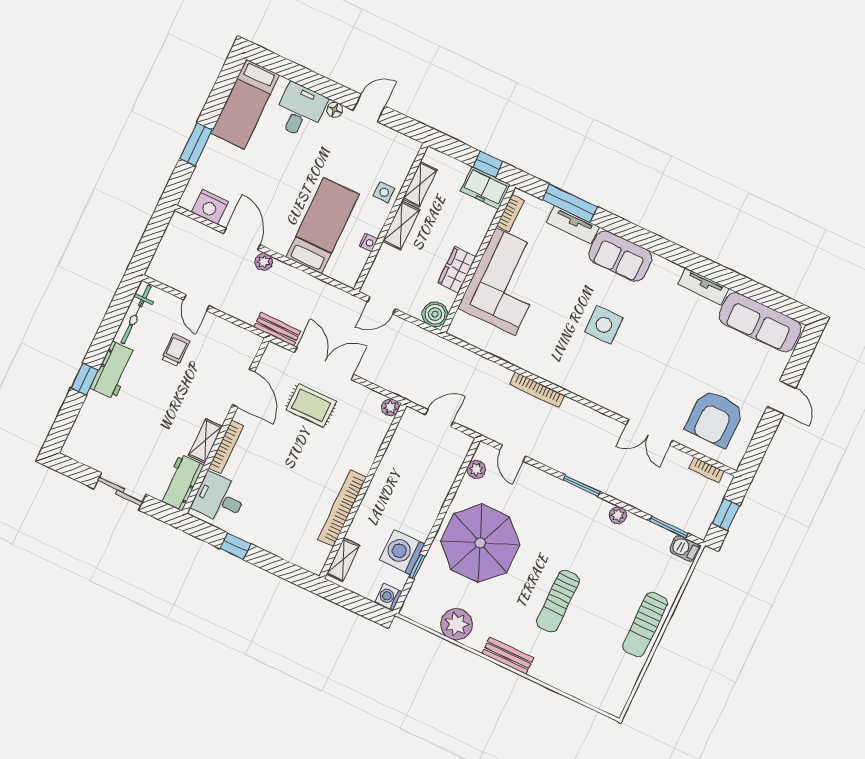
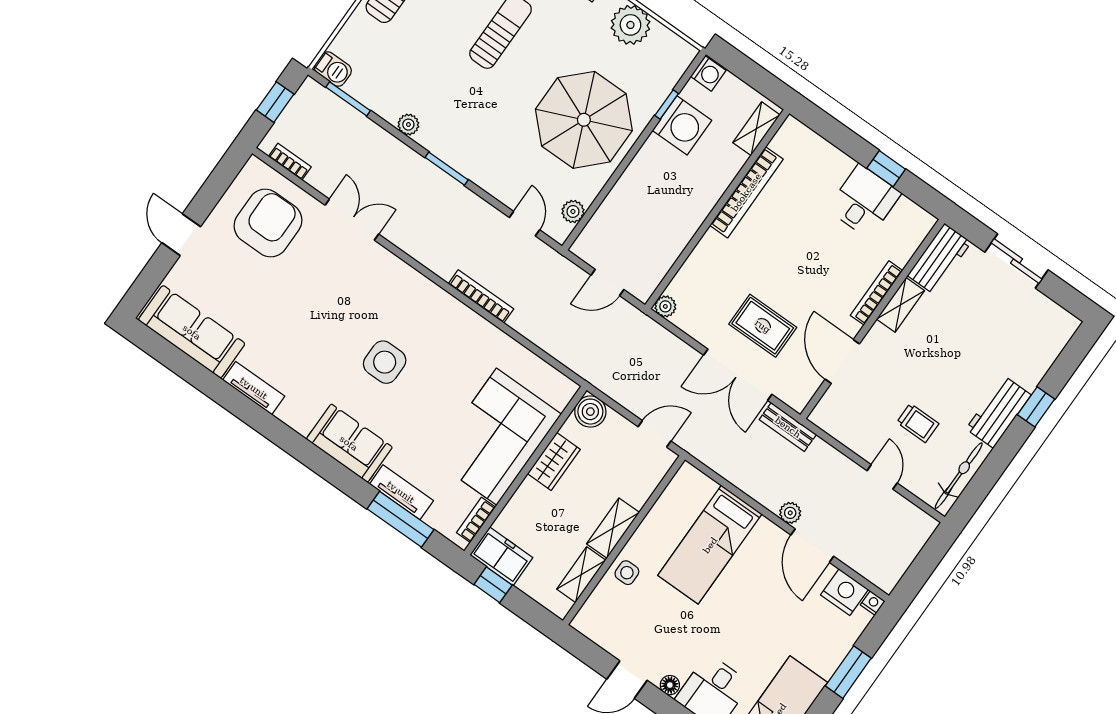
nightstand: (368, 242) -> (873, 603), moved, turned 90
trolley: (176, 350) -> (918, 423), turned -90
desk: (219, 499) -> (864, 201), moved, turned -90

